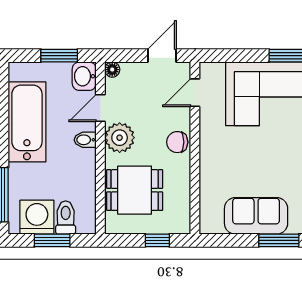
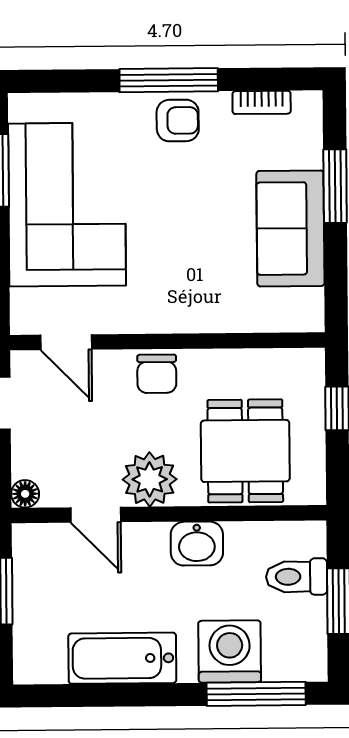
washbasin: (84, 76) -> (197, 544), moved
bathtub: (27, 122) -> (122, 658), width x0.73, depth x0.73
bidet: (85, 140) -> (154, 542), removed
washing machine: (37, 217) -> (230, 652), moved, turned 90

